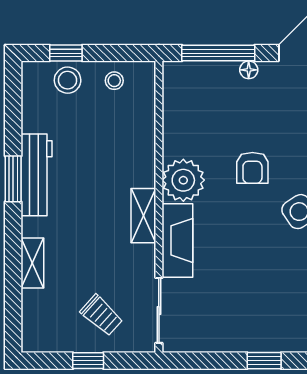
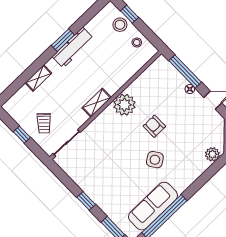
armchair: (252, 168) -> (154, 126), turned 90
fireplace: (177, 240) -> (100, 124), removed

